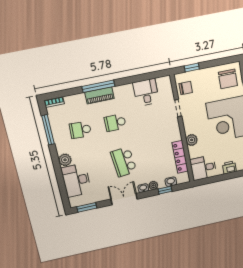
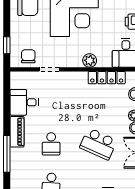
piano: (100, 95) -> (17, 132), moved
school desk: (124, 162) -> (98, 144), turned 30

